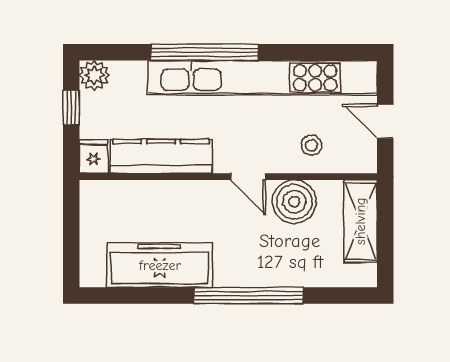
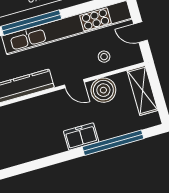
freezer: (160, 265) -> (81, 136), moved, width x0.52, depth x0.79
window: (249, 296) -> (113, 143), moved

